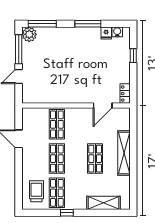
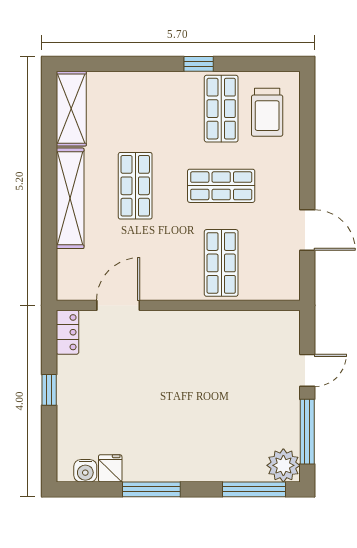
window: (133, 56) -> (49, 390), moved
shop shelf: (57, 159) -> (221, 186), turned 90
shelving: (103, 203) -> (71, 109), moved, turned 90

